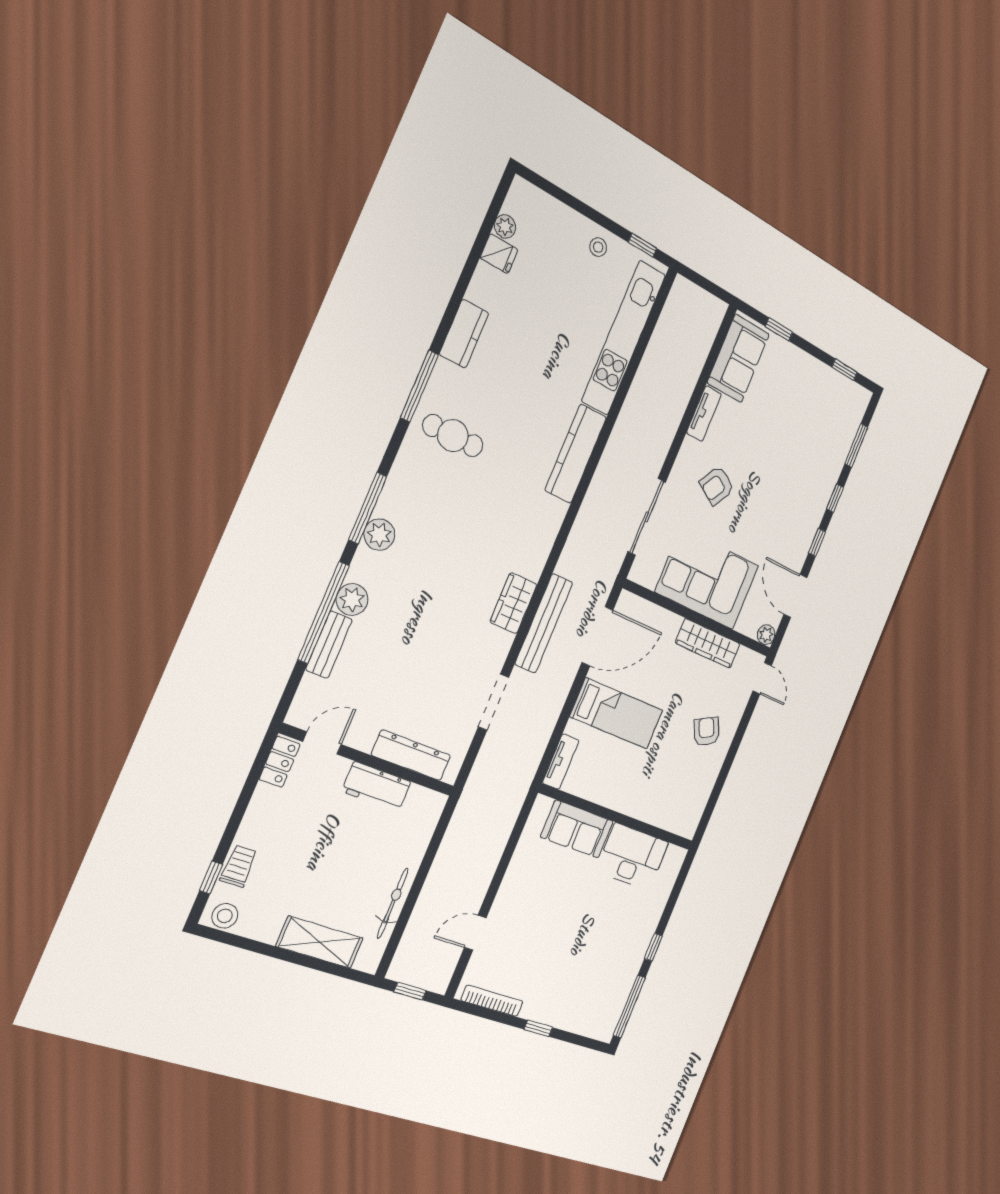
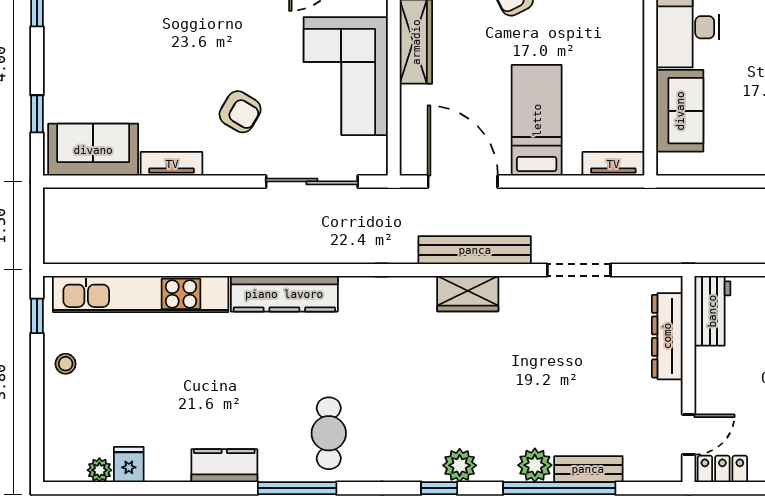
window: (368, 508) -> (439, 488), width x0.46
door: (322, 743) -> (689, 435), swing flipped
workbench: (377, 787) -> (712, 311), moved

